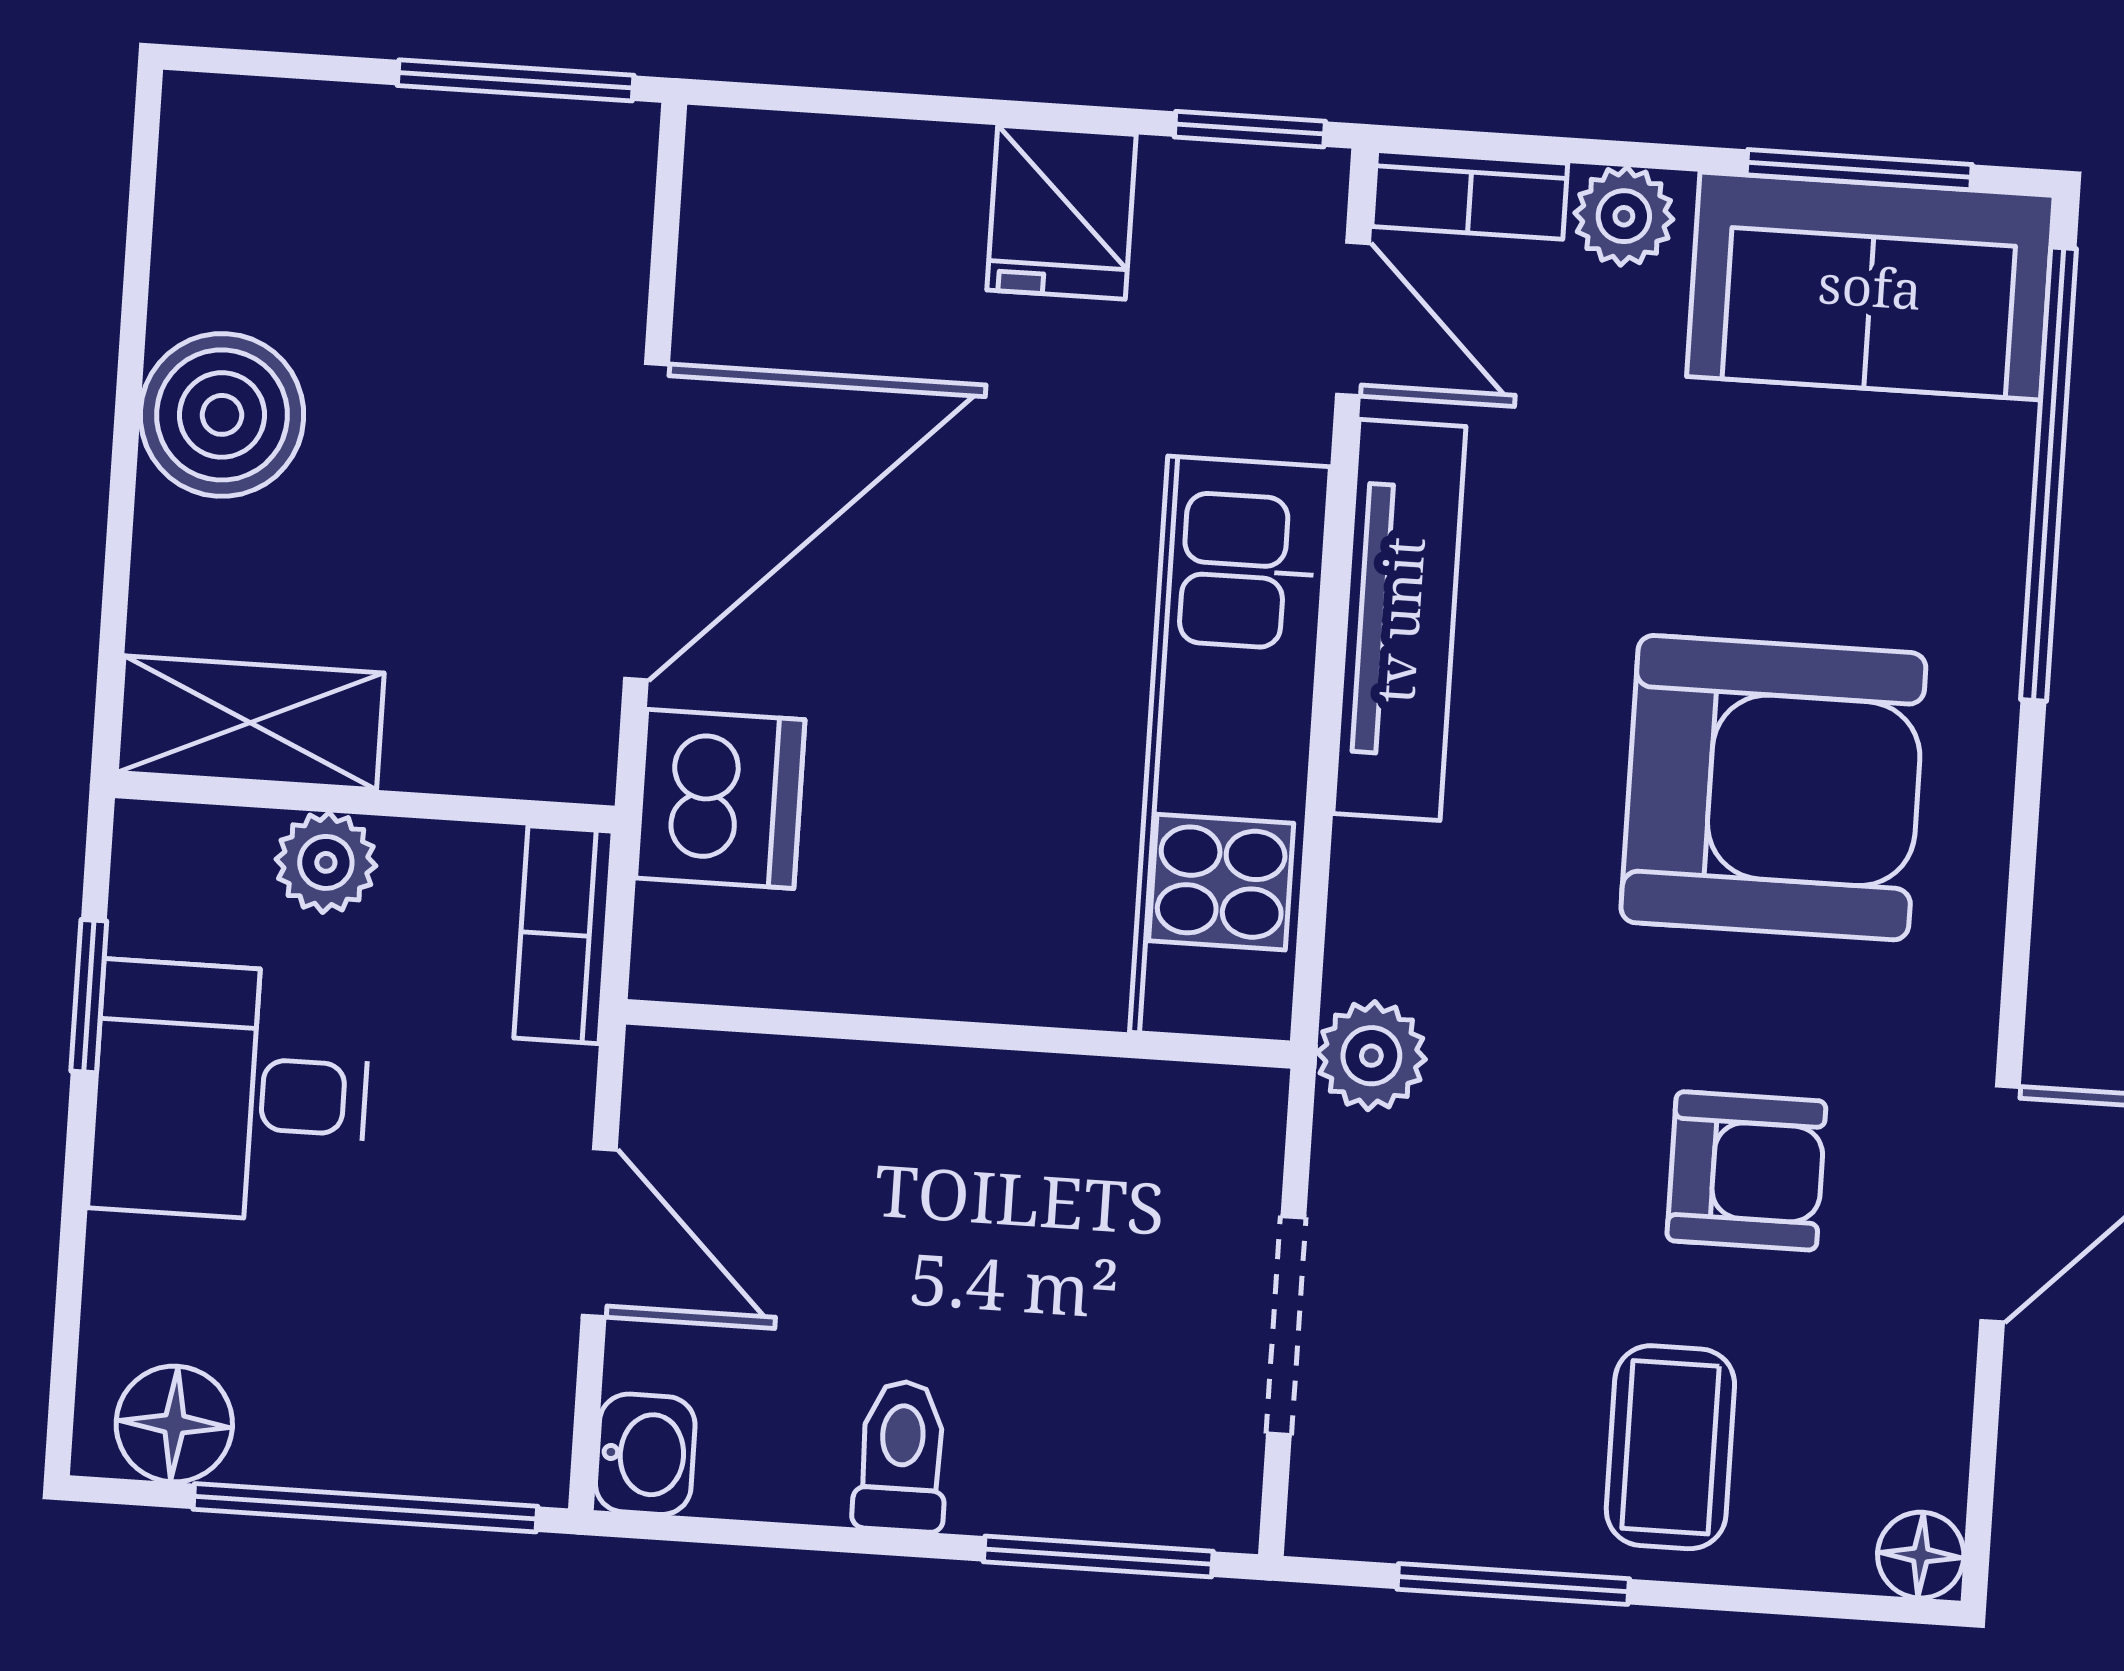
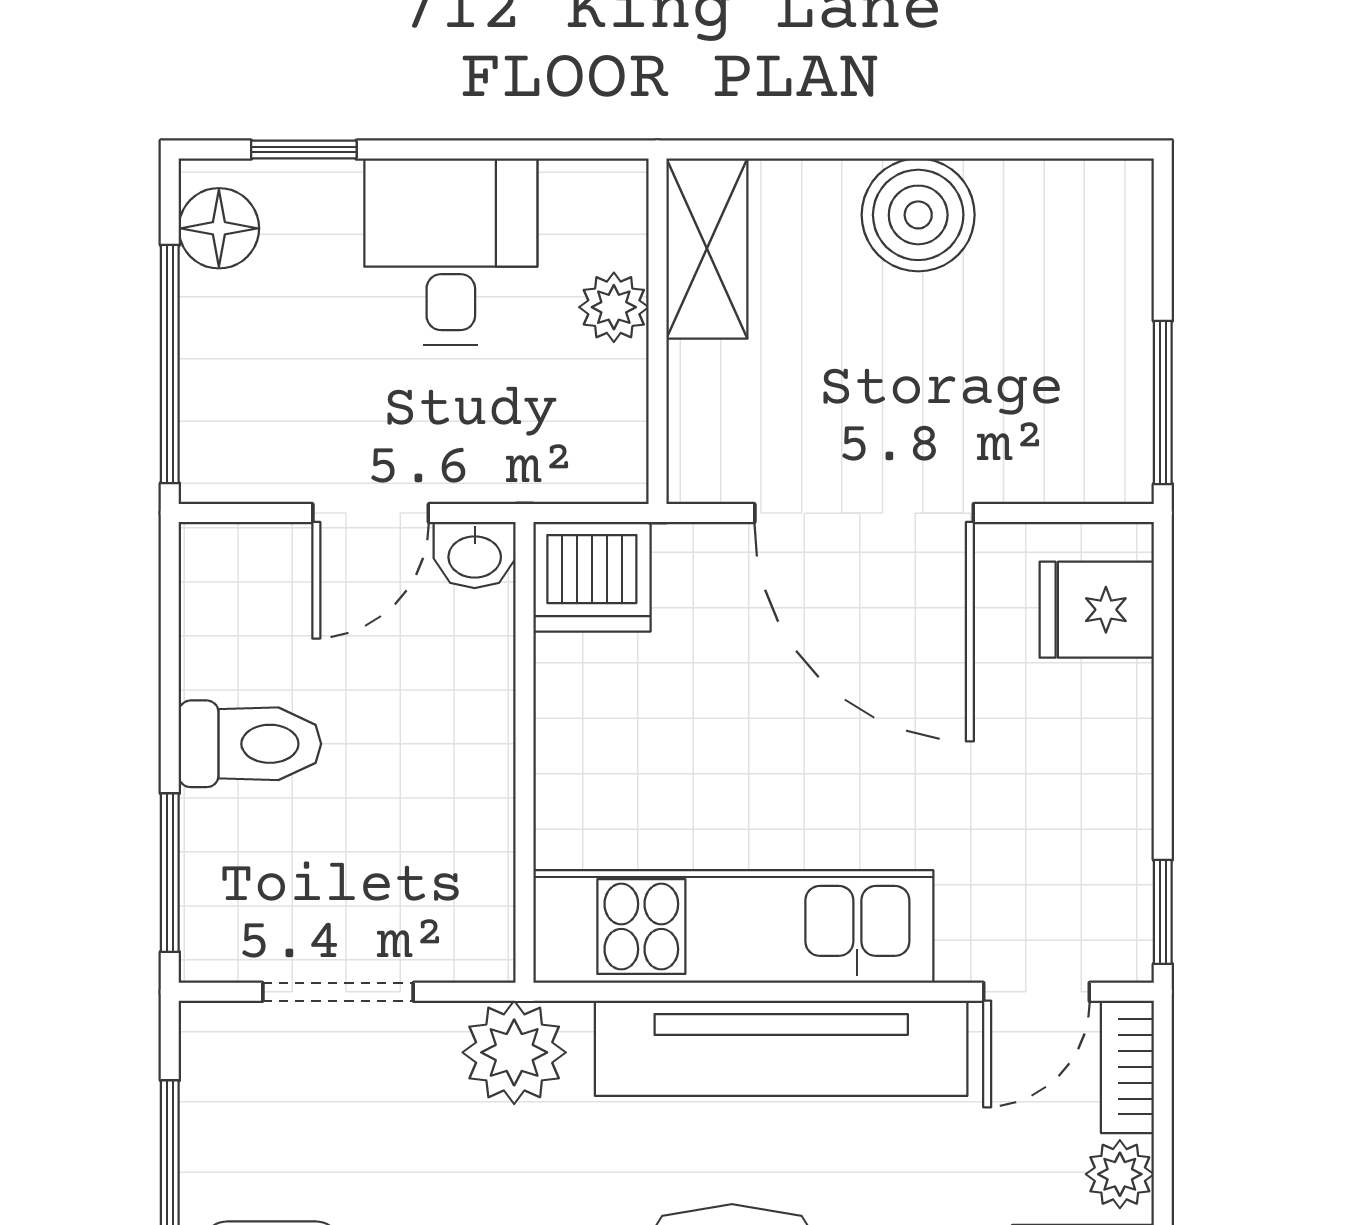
fridge: (1062, 212) -> (1097, 610), moved
tv unit: (1399, 620) -> (781, 1048), width x1.36, depth x1.29
dishwasher: (720, 799) -> (592, 577), moved
bookcase: (563, 935) -> (575, 475), removed
window: (89, 996) -> (304, 150), moved
plant: (1371, 1056) -> (514, 1052), width x1.38, depth x1.38
washbasin: (645, 1454) -> (475, 555), moved
toilet: (901, 1456) -> (250, 744), width x1.37, depth x1.39

